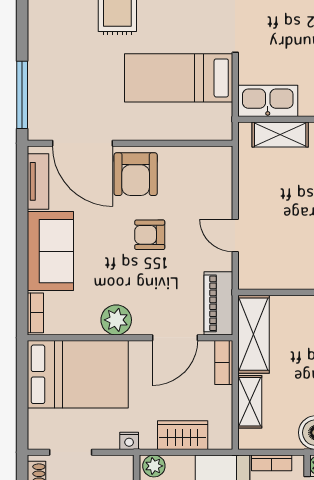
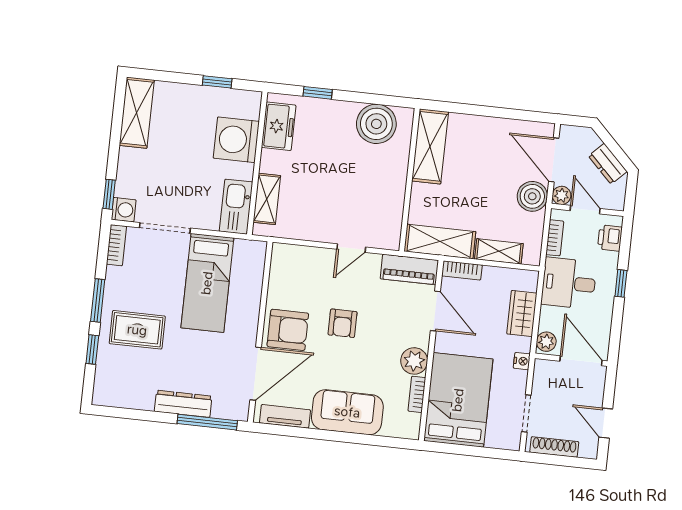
dresser: (40, 66) -> (183, 404), added
bookcase: (35, 313) -> (417, 394), moved, turned -90

